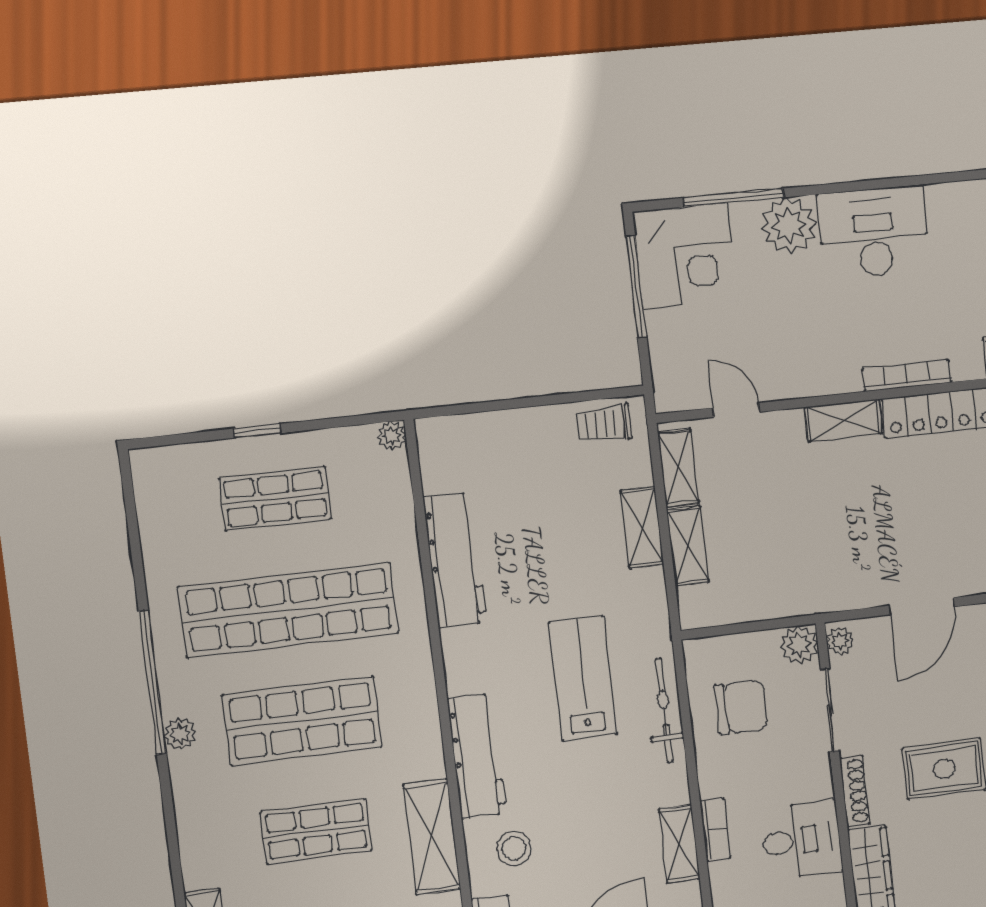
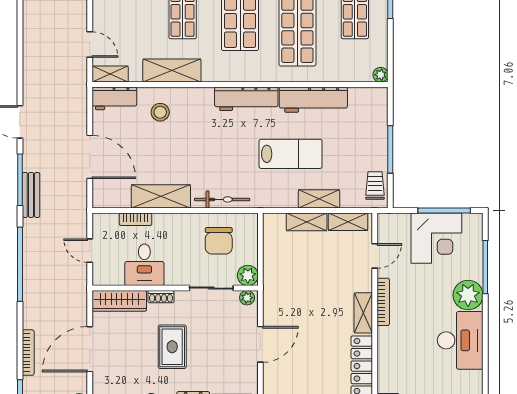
corner desk: (685, 256) -> (436, 238), moved, turned -90
bookcase: (907, 376) -> (383, 302), moved
window: (532, 402) -> (390, 149), added
door: (922, 606) -> (260, 344), swing flipped
lab bench: (583, 678) -> (291, 154), moved
workbench: (477, 756) -> (246, 99), moved
shoe rack: (855, 791) -> (161, 297), width x0.70
bookcase: (715, 830) -> (136, 219), moved
shelving: (679, 844) -> (161, 196), width x1.50, depth x1.33

